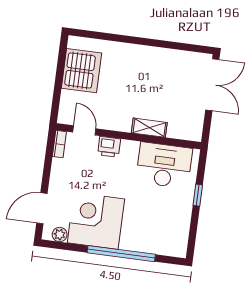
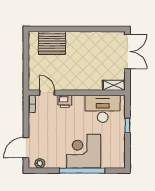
server rack: (81, 71) -> (52, 43), moved, turned 90
shelving: (149, 128) -> (114, 85), moved
corner desk: (96, 221) -> (84, 151), moved

